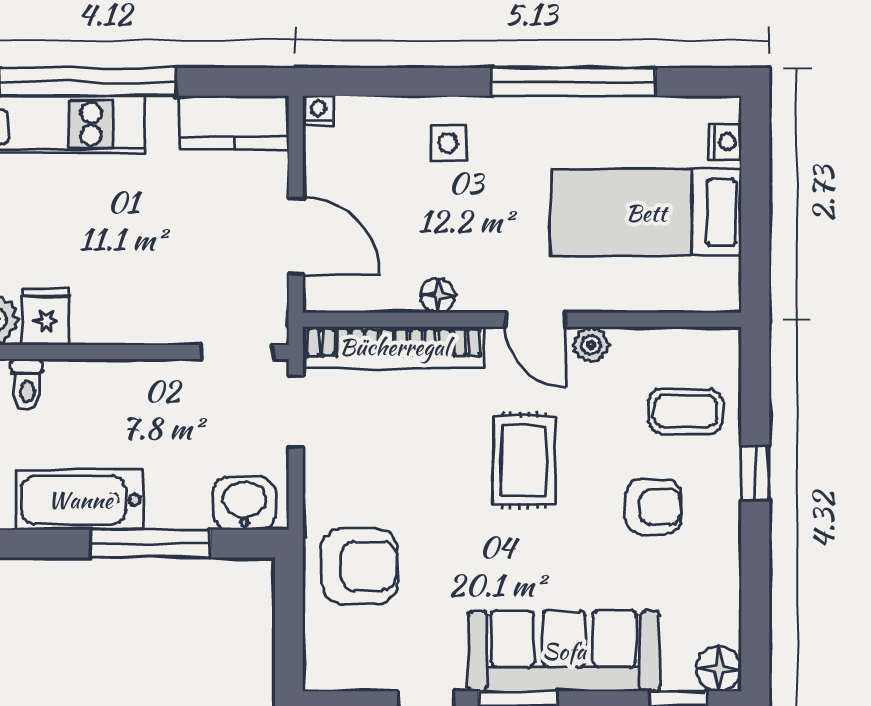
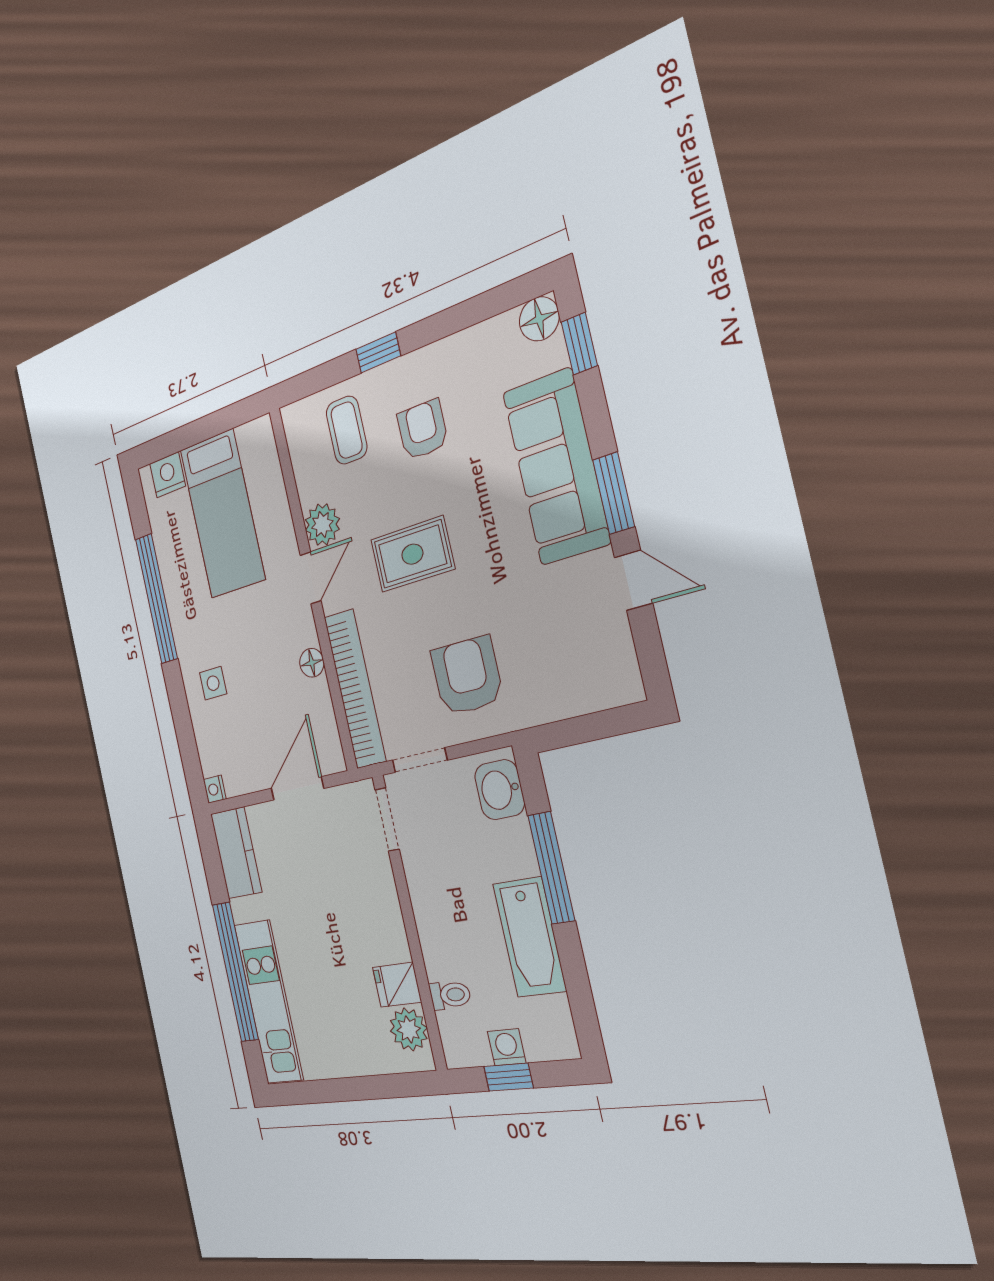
nightstand: (725, 142) -> (168, 475), width x1.39, depth x1.35
plant: (591, 345) -> (322, 524), width x1.38, depth x1.38
armchair: (359, 566) -> (467, 676), moved

